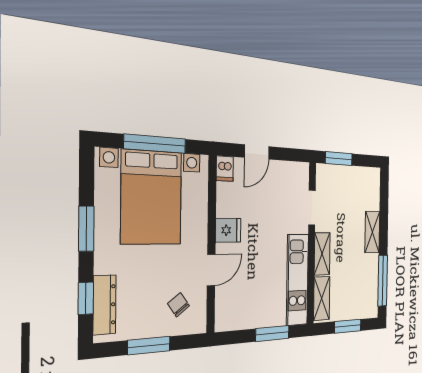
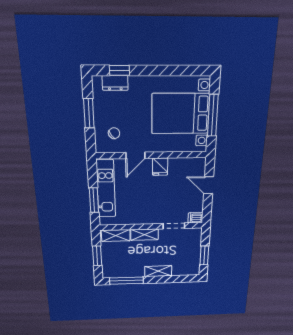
window: (339, 158) -> (204, 255), moved
dishwasher: (225, 169) -> (195, 218), moved
window: (86, 229) -> (162, 71), removed
door: (211, 270) -> (135, 155), hinge flipped
kitchen unit: (297, 280) -> (106, 189), moved, turned 90
dresser: (104, 305) -> (115, 83), width x0.70

